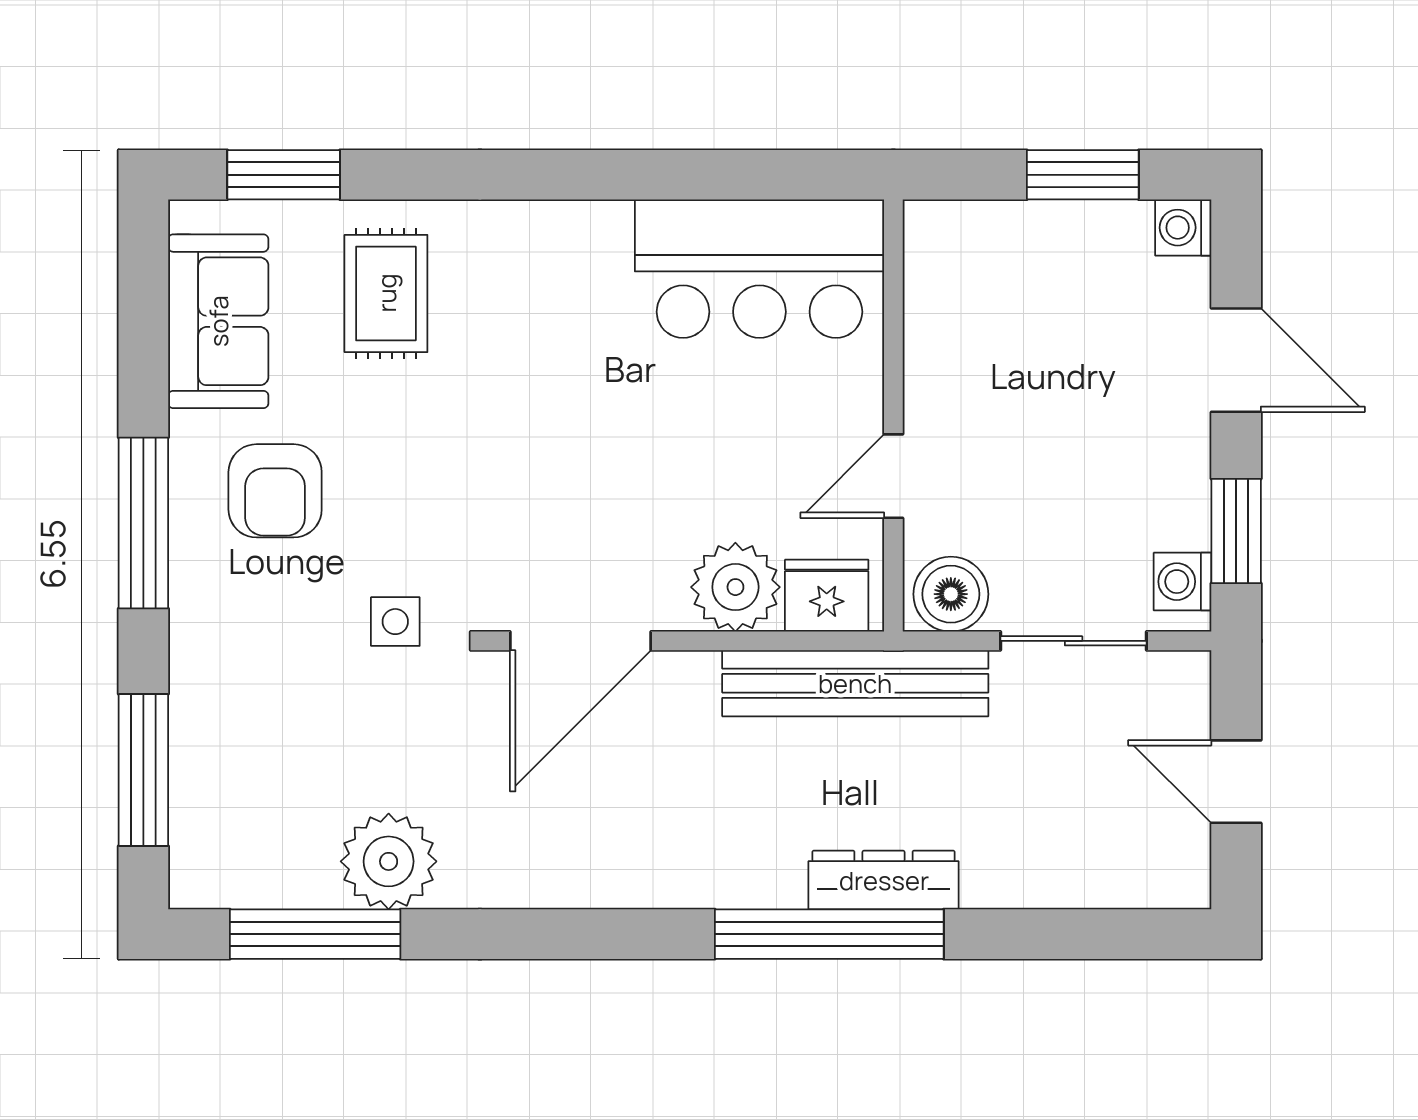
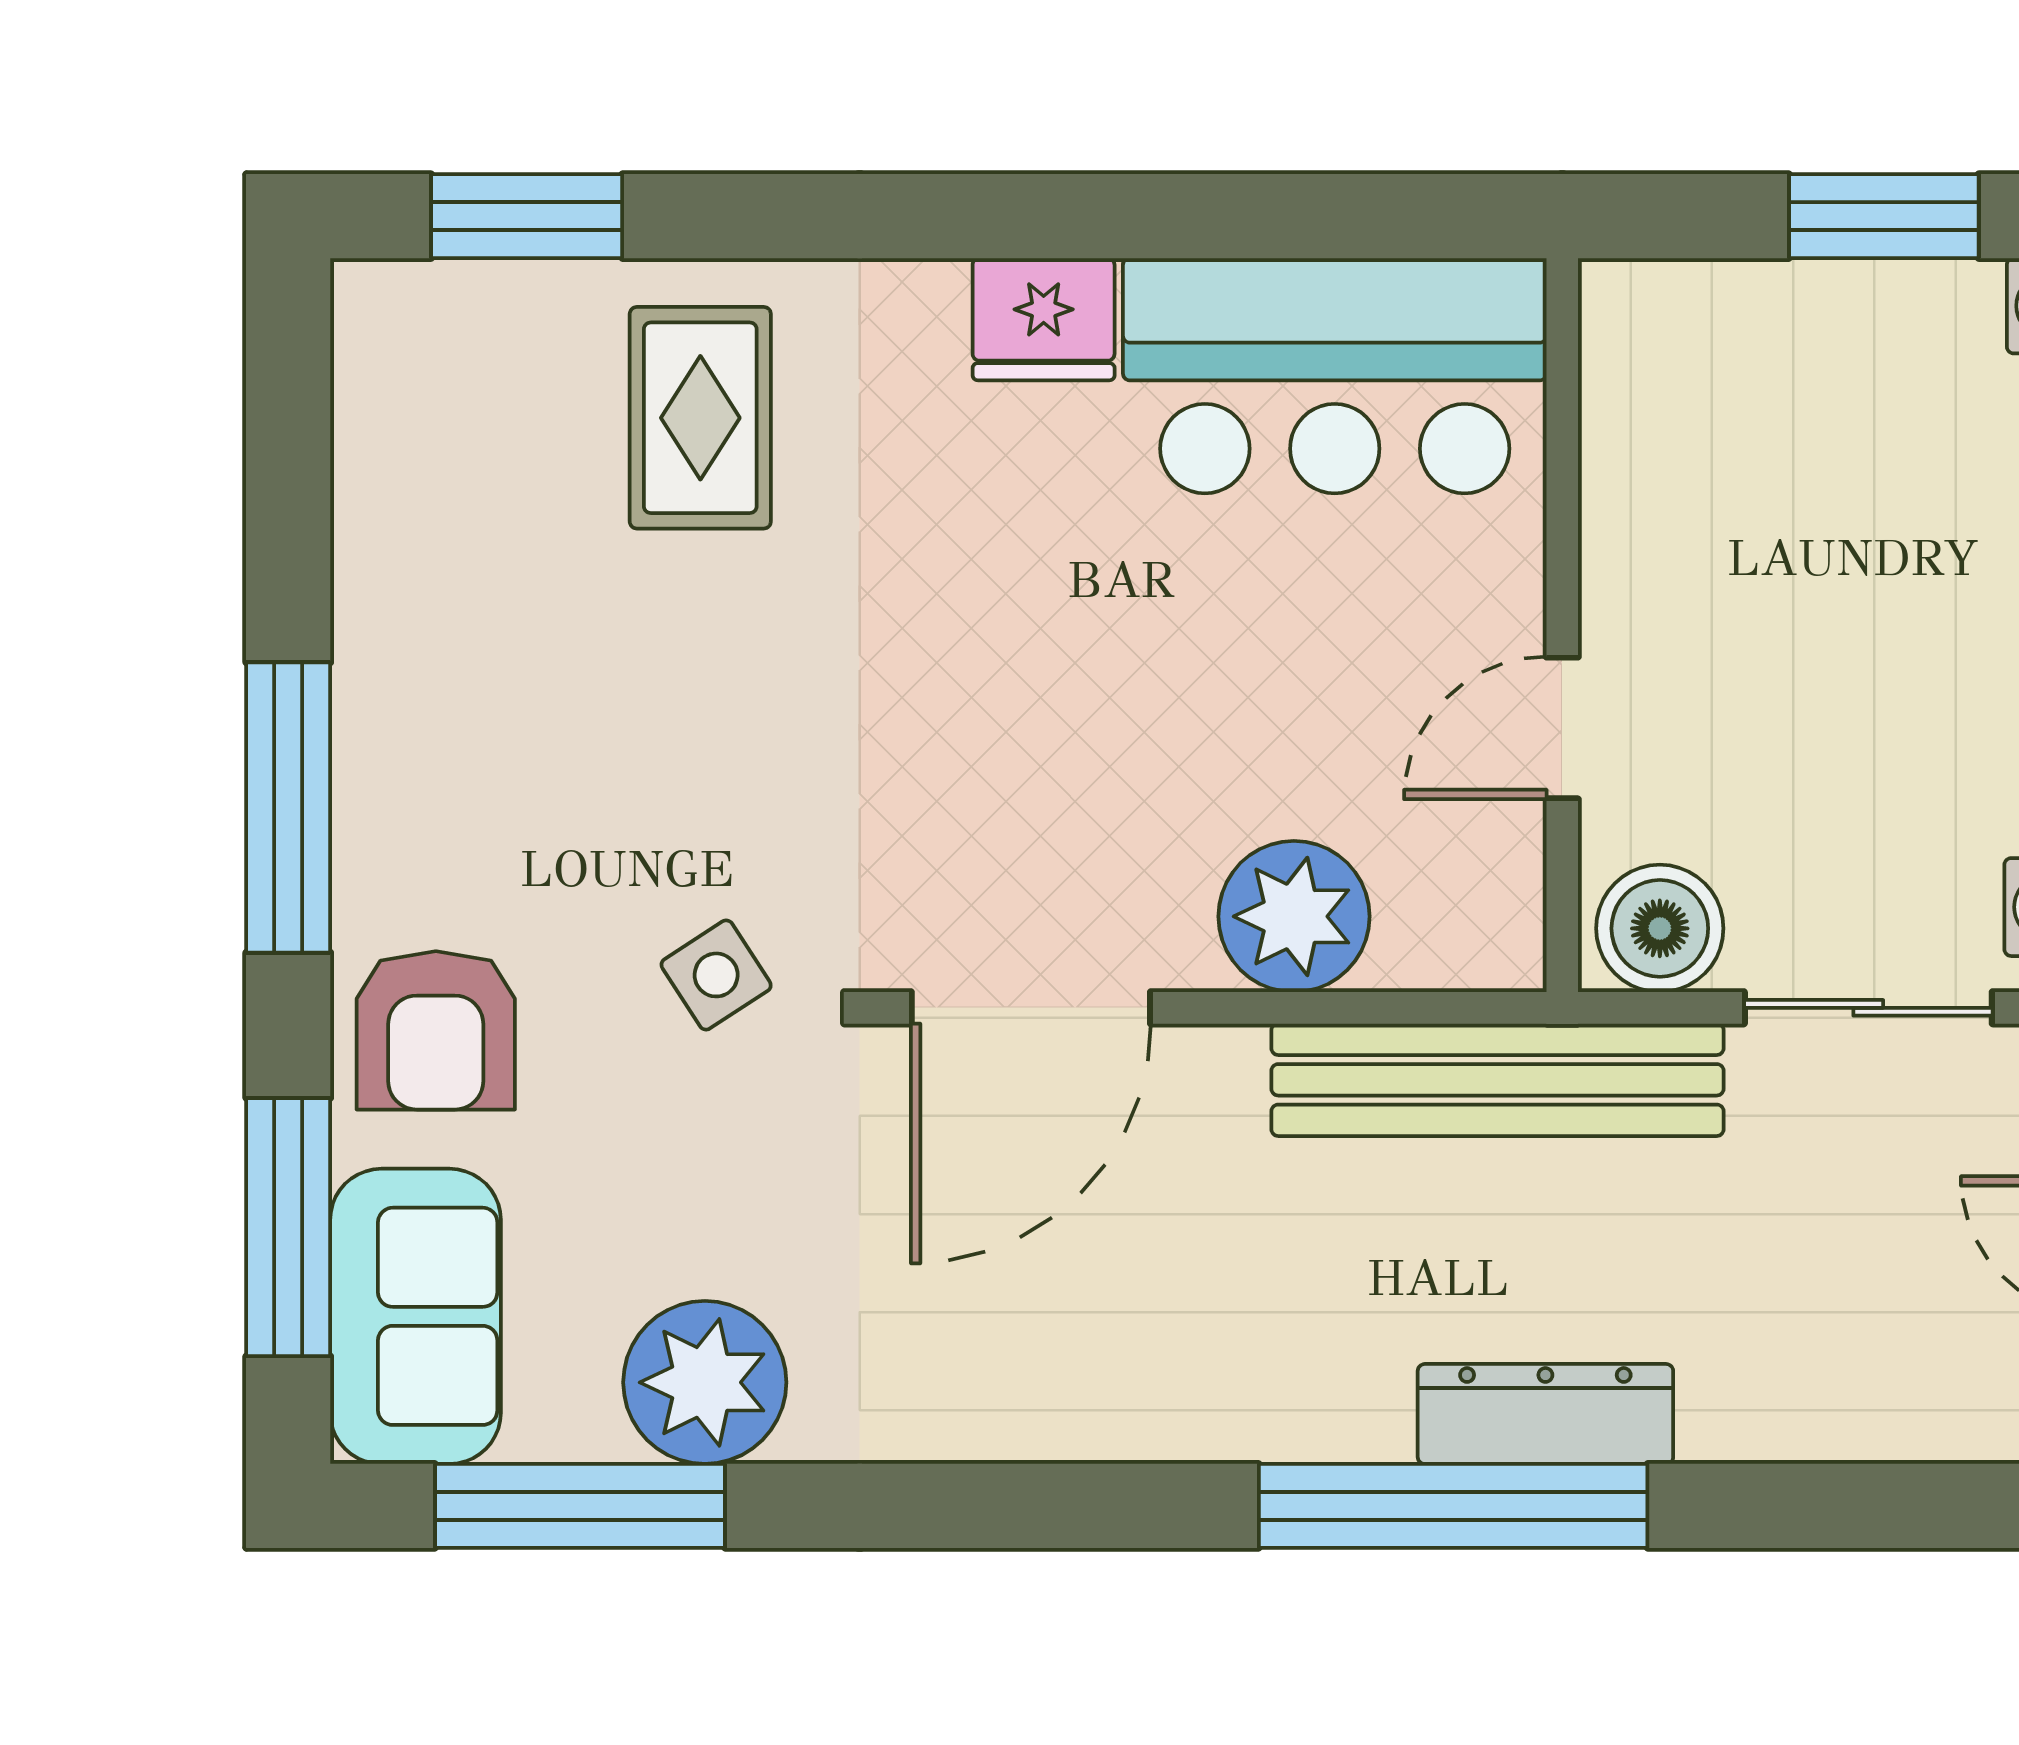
sofa: (218, 321) -> (415, 1316), moved
armchair: (275, 491) -> (436, 1030), moved
fridge: (827, 596) -> (1044, 319), moved, turned 180
side table: (395, 622) -> (716, 975), turned -33

